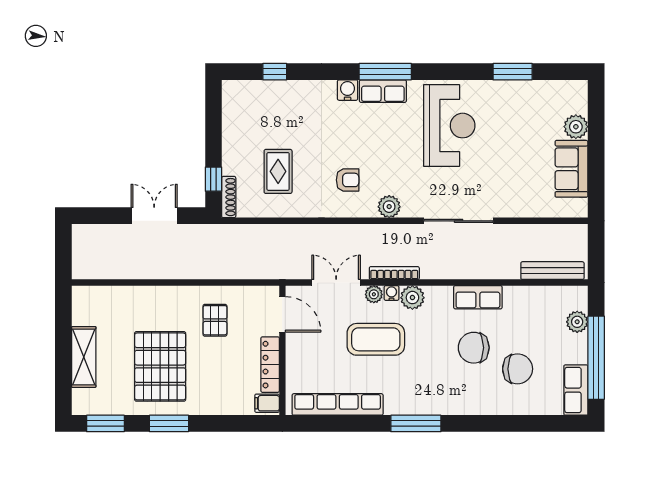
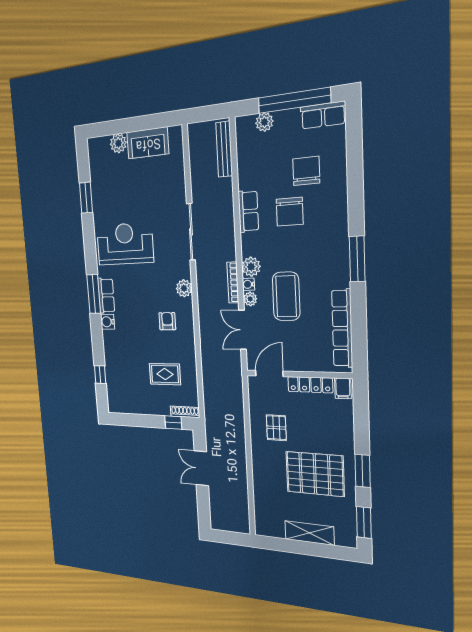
pallet: (215, 320) -> (276, 428), turned 90

